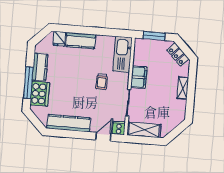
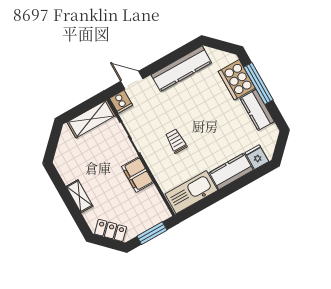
kitchen sink: (123, 54) -> (191, 192), moved, turned -90
door: (103, 137) -> (132, 80), swing flipped

